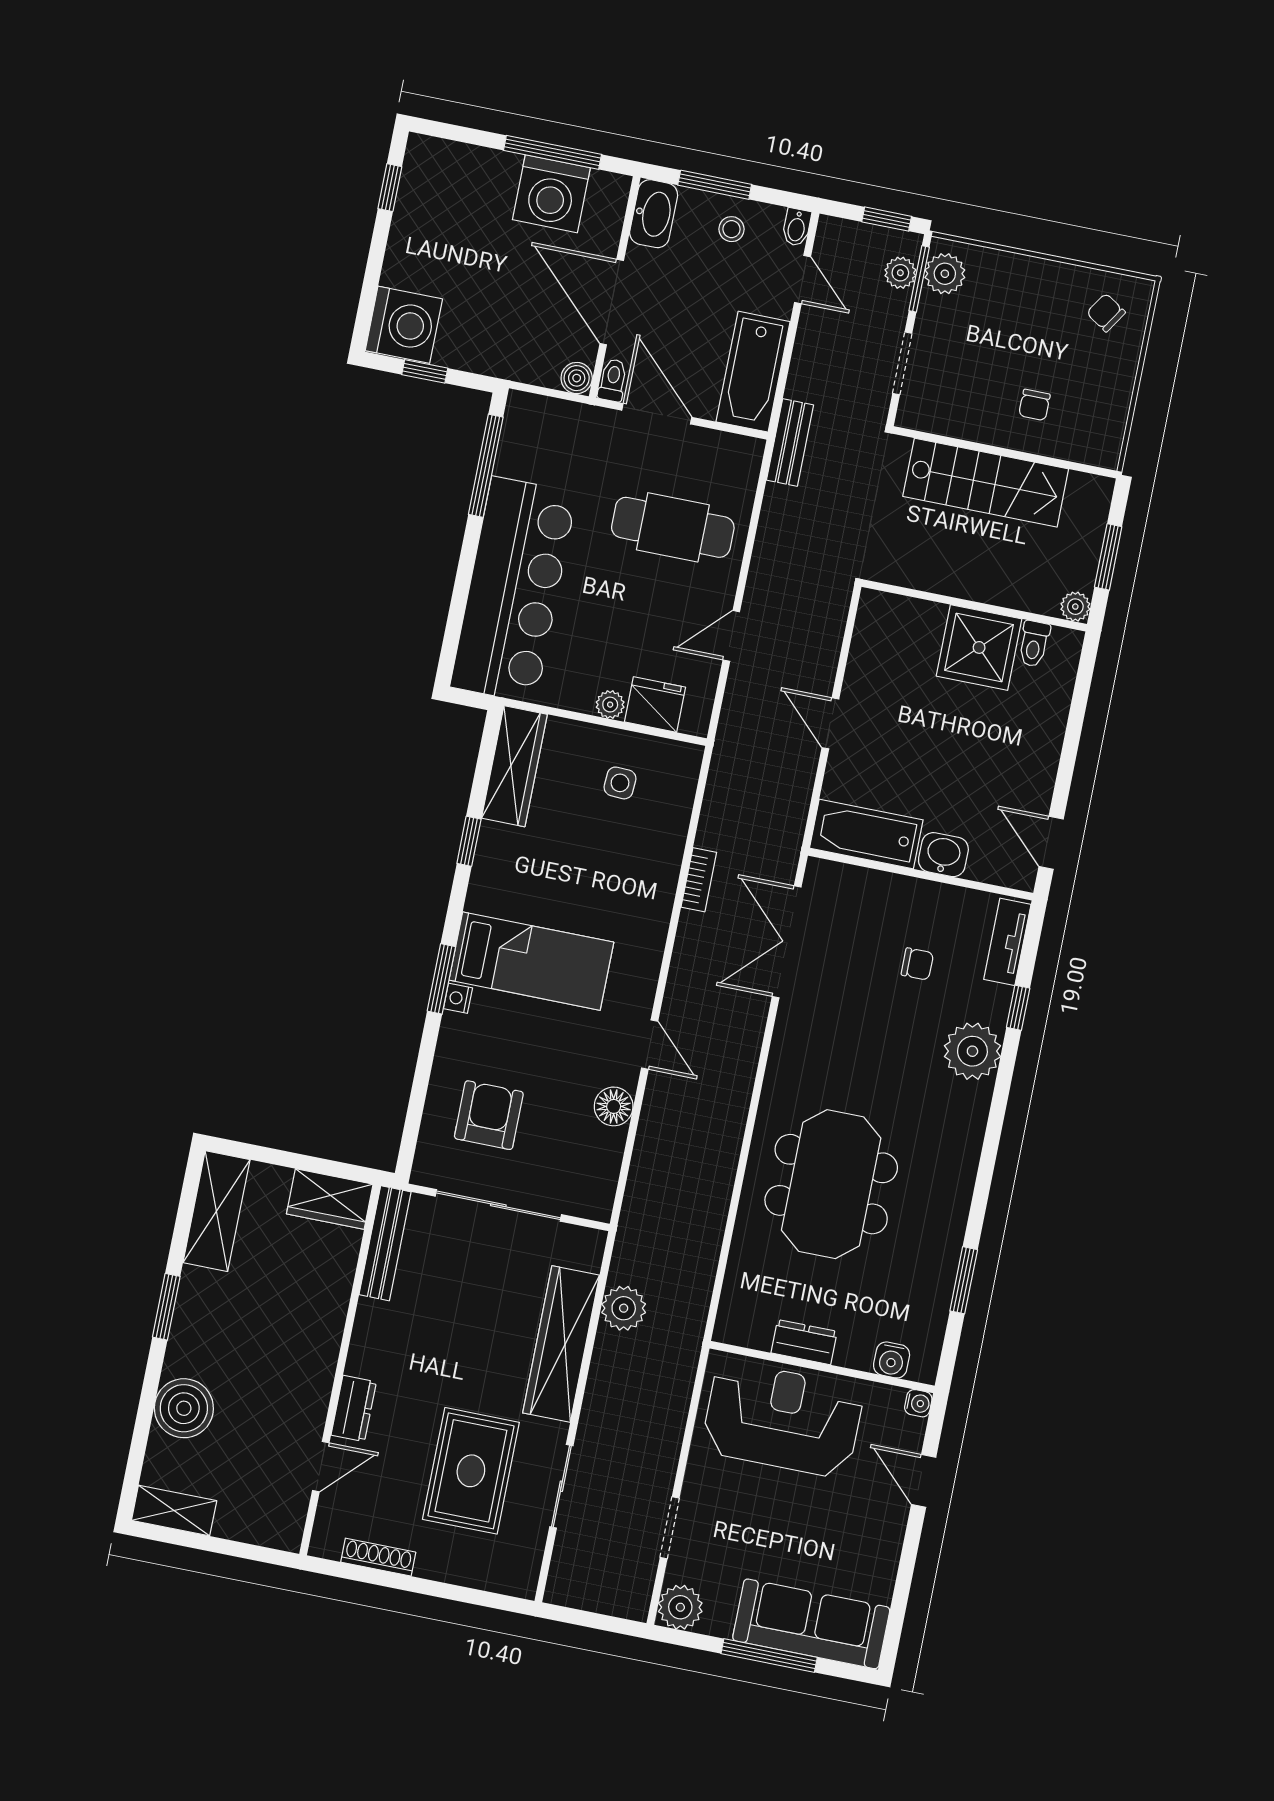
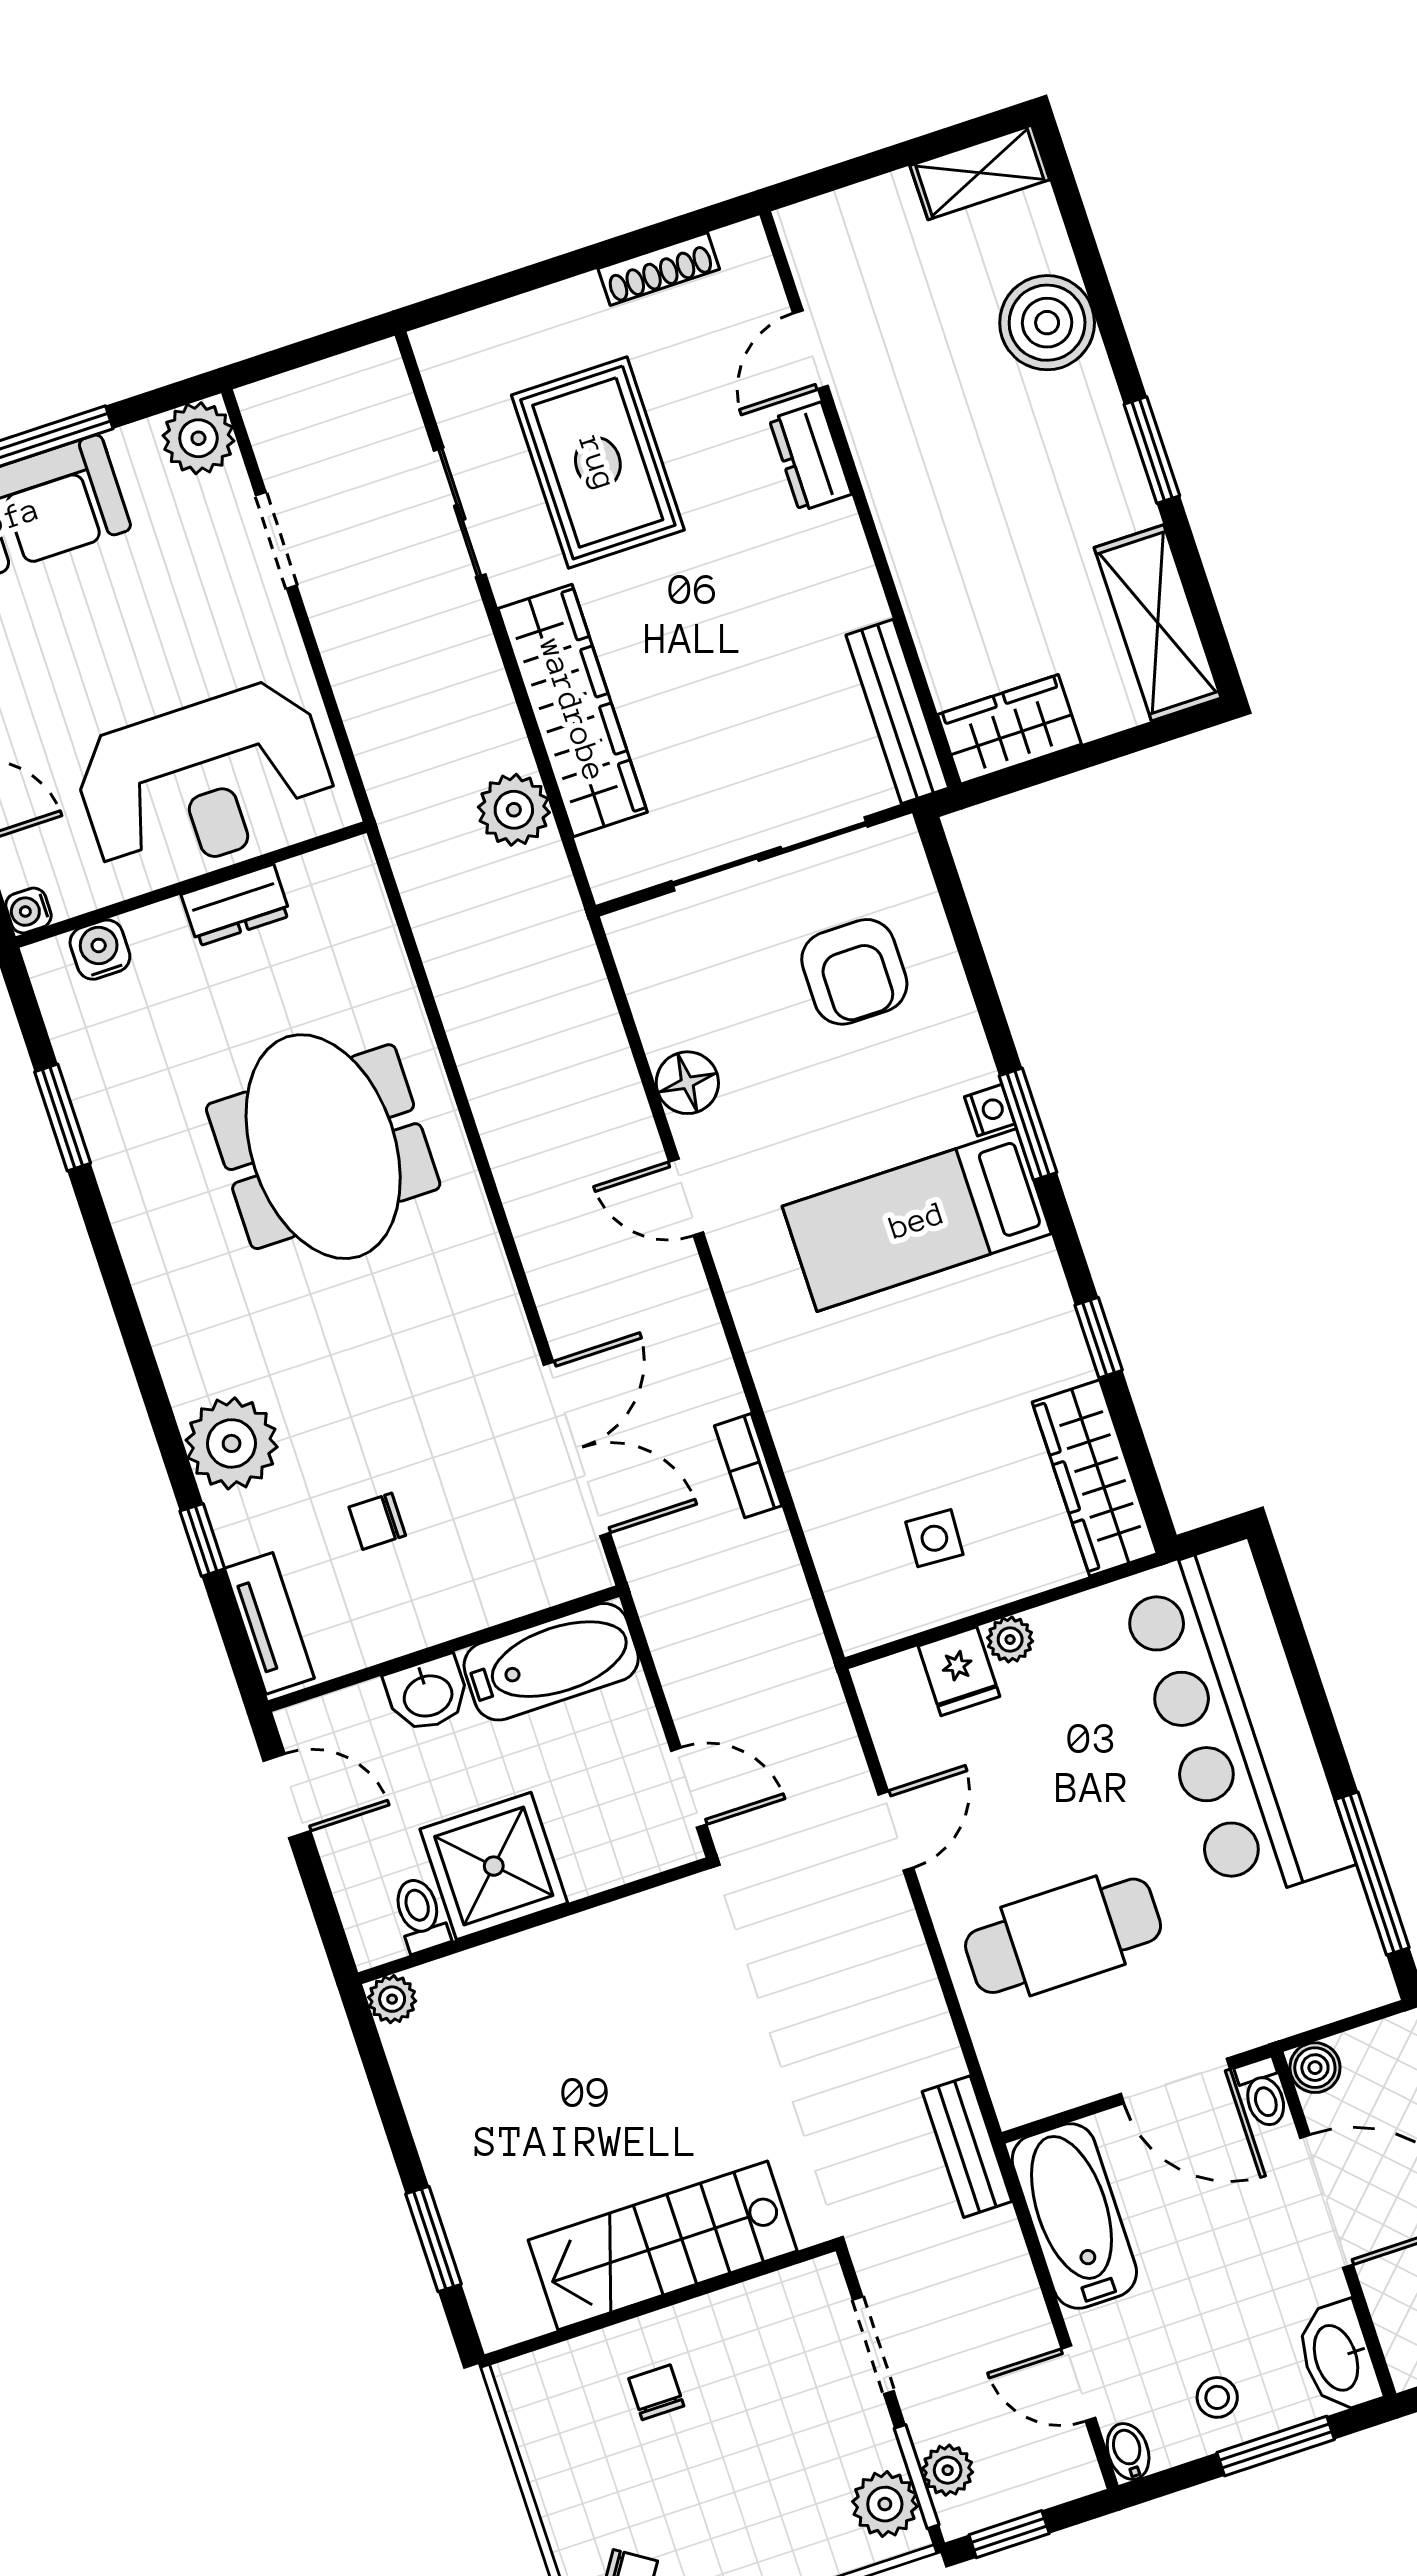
wall: (974, 605) -> (534, 1921), moved
plant: (1075, 607) -> (392, 1999), moved
toilet: (1034, 644) -> (420, 1915), moved
shower: (979, 647) -> (494, 1866), moved
fridge: (655, 705) -> (959, 1671), width x0.72

